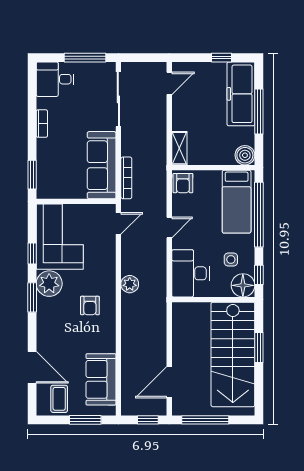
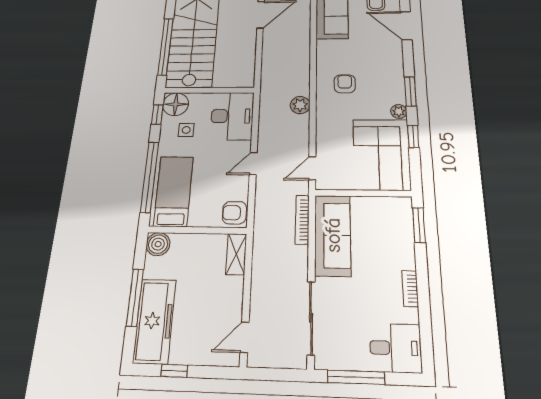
armchair: (183, 183) -> (234, 213), turned -90
plant: (49, 284) -> (399, 111), width x0.53, depth x0.53
window: (259, 348) -> (166, 46), width x2.11

